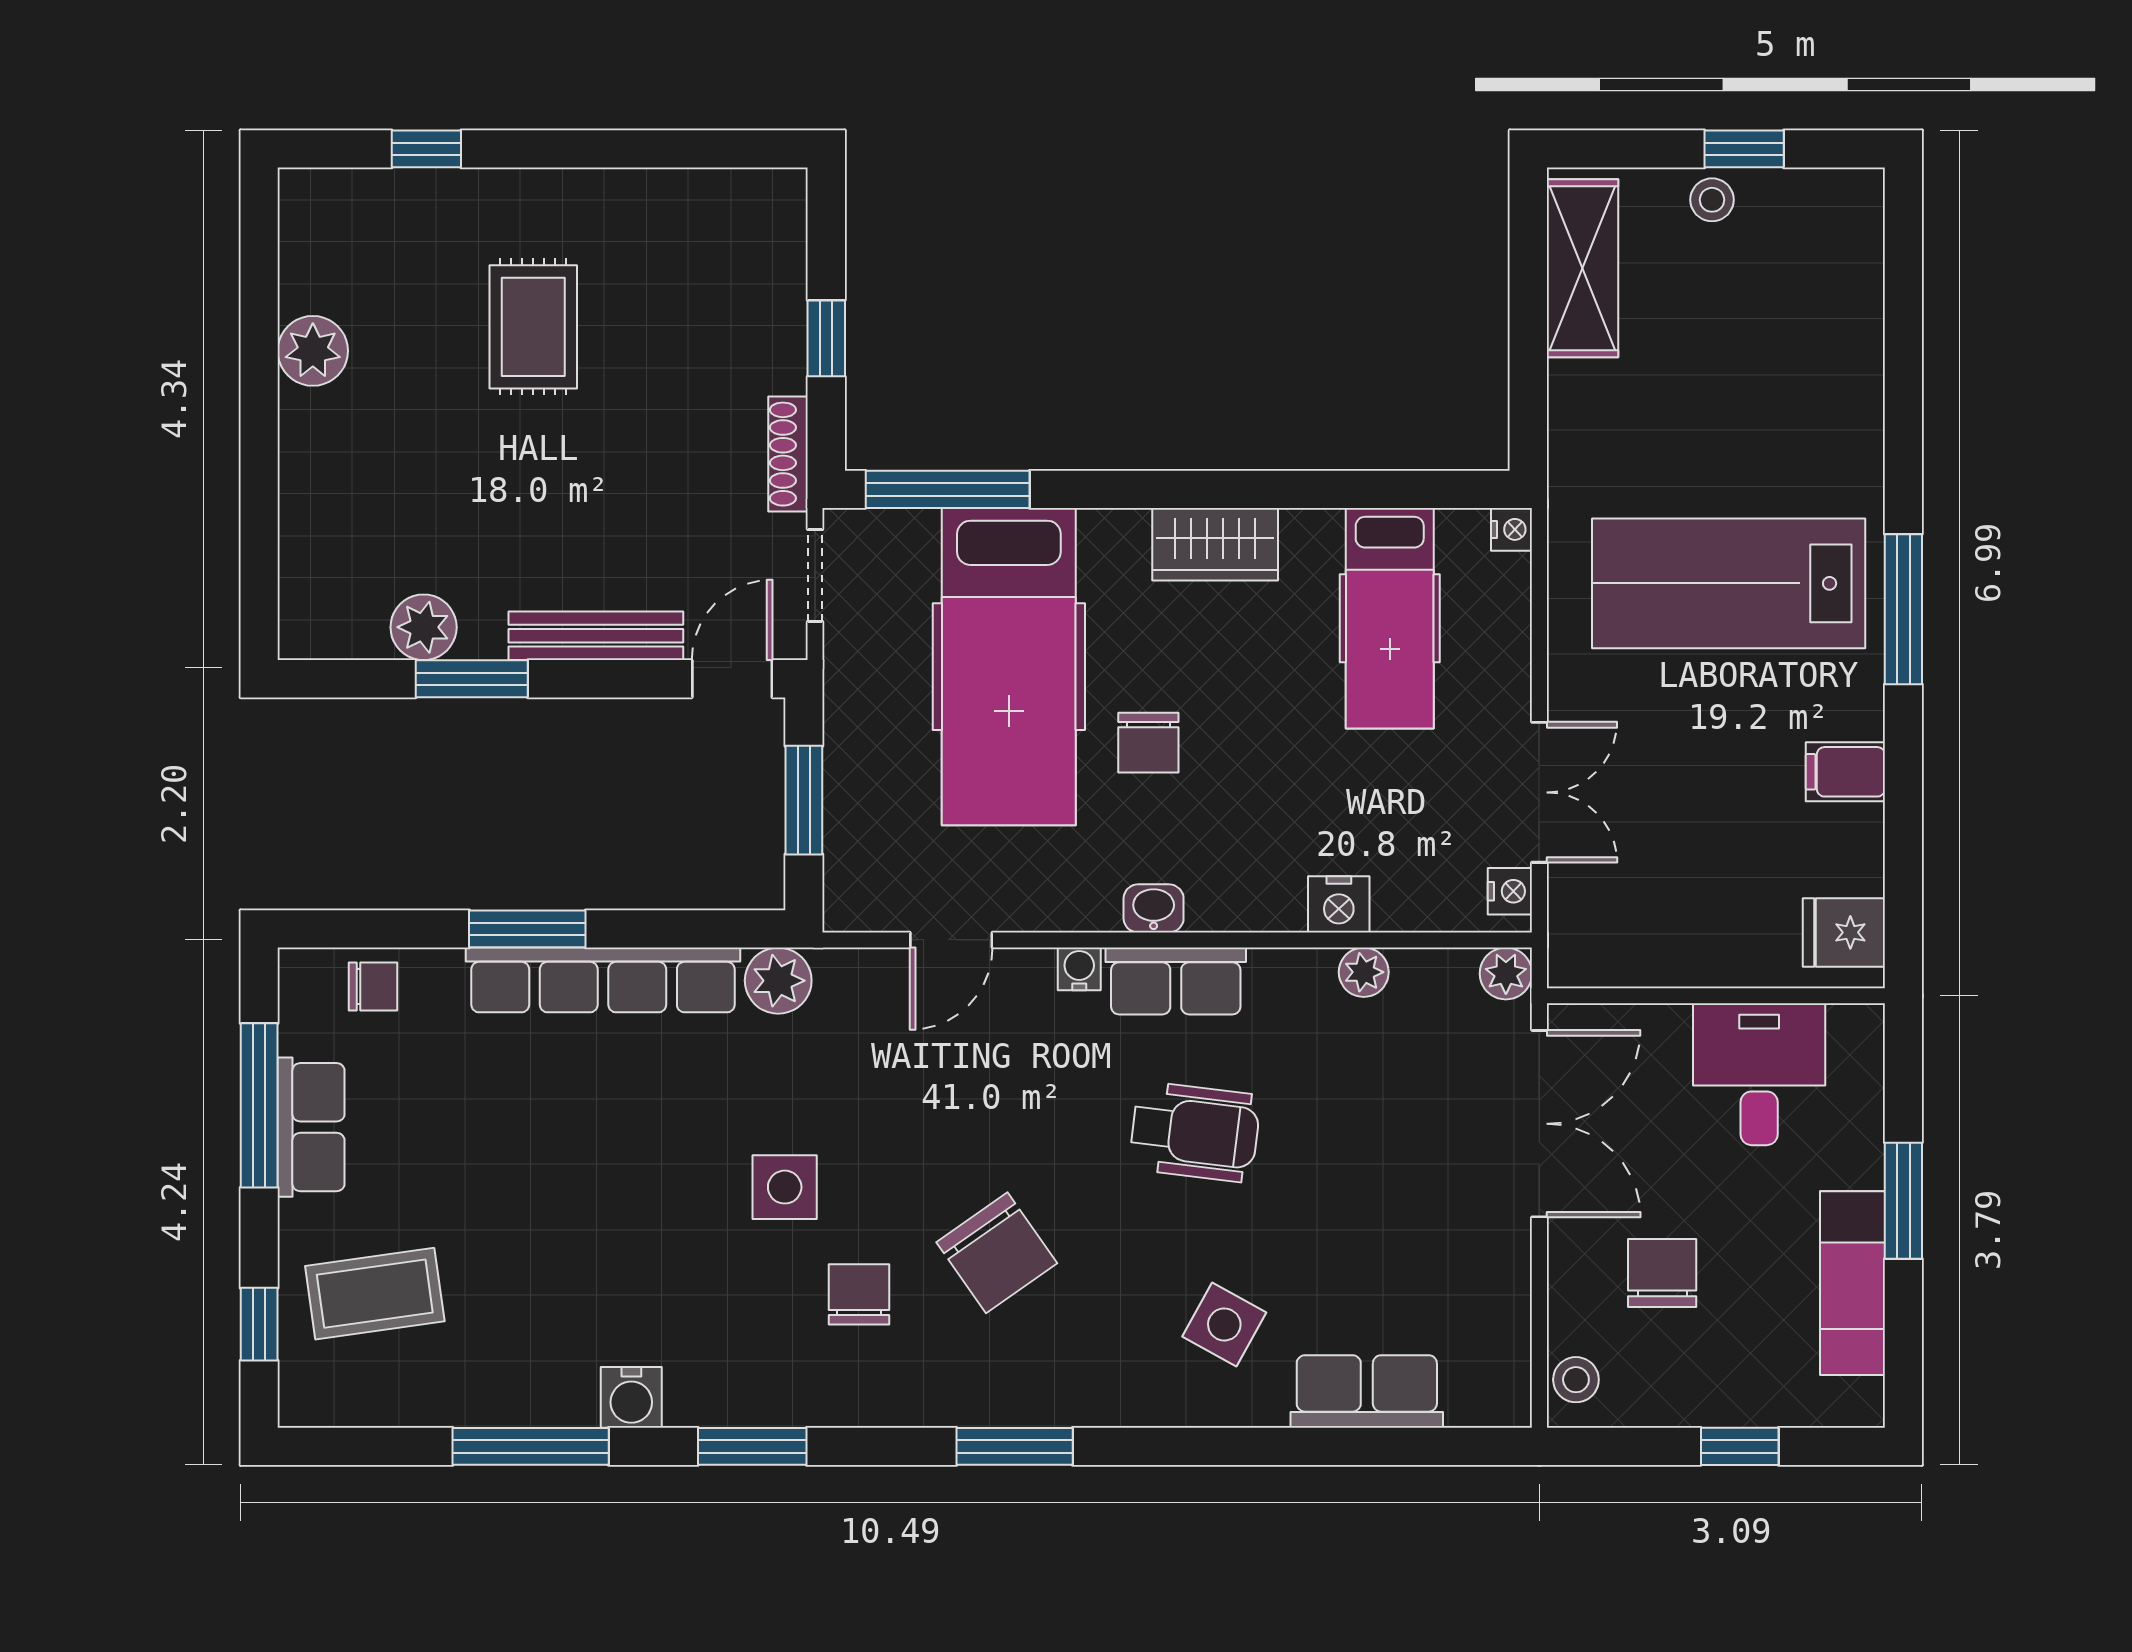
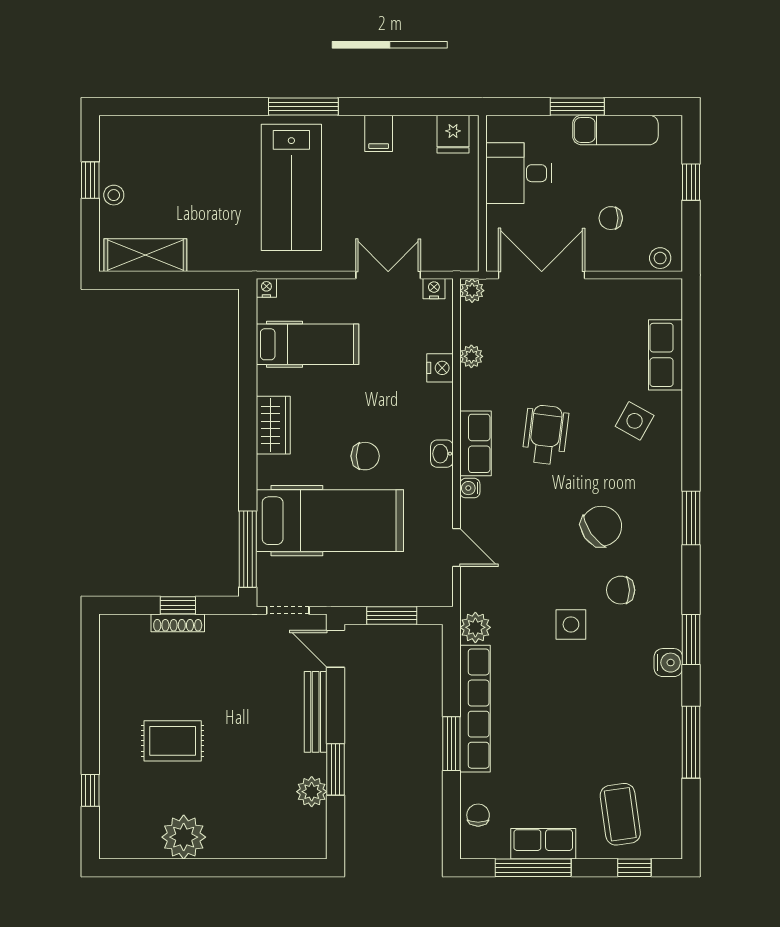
plant: (313, 351) -> (184, 837), width x1.36, depth x1.36
shoe rack: (788, 454) -> (178, 623), moved
chair: (1662, 1273) -> (611, 218), width x0.73, depth x0.73
water cooler: (631, 1397) -> (668, 663), moved

